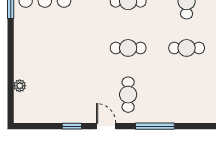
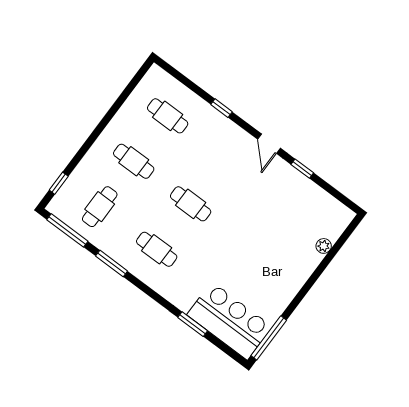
cafe table: (128, 95) -> (168, 116), moved, turned 90
window: (155, 126) -> (221, 108), width x0.46

